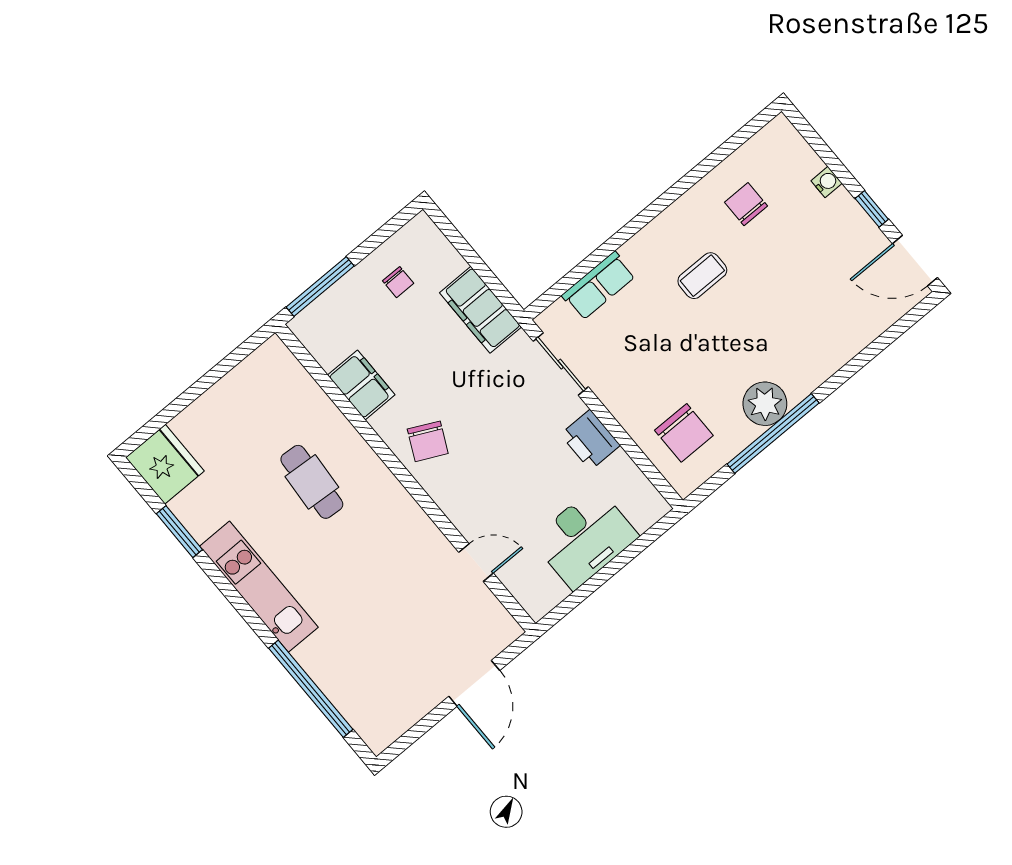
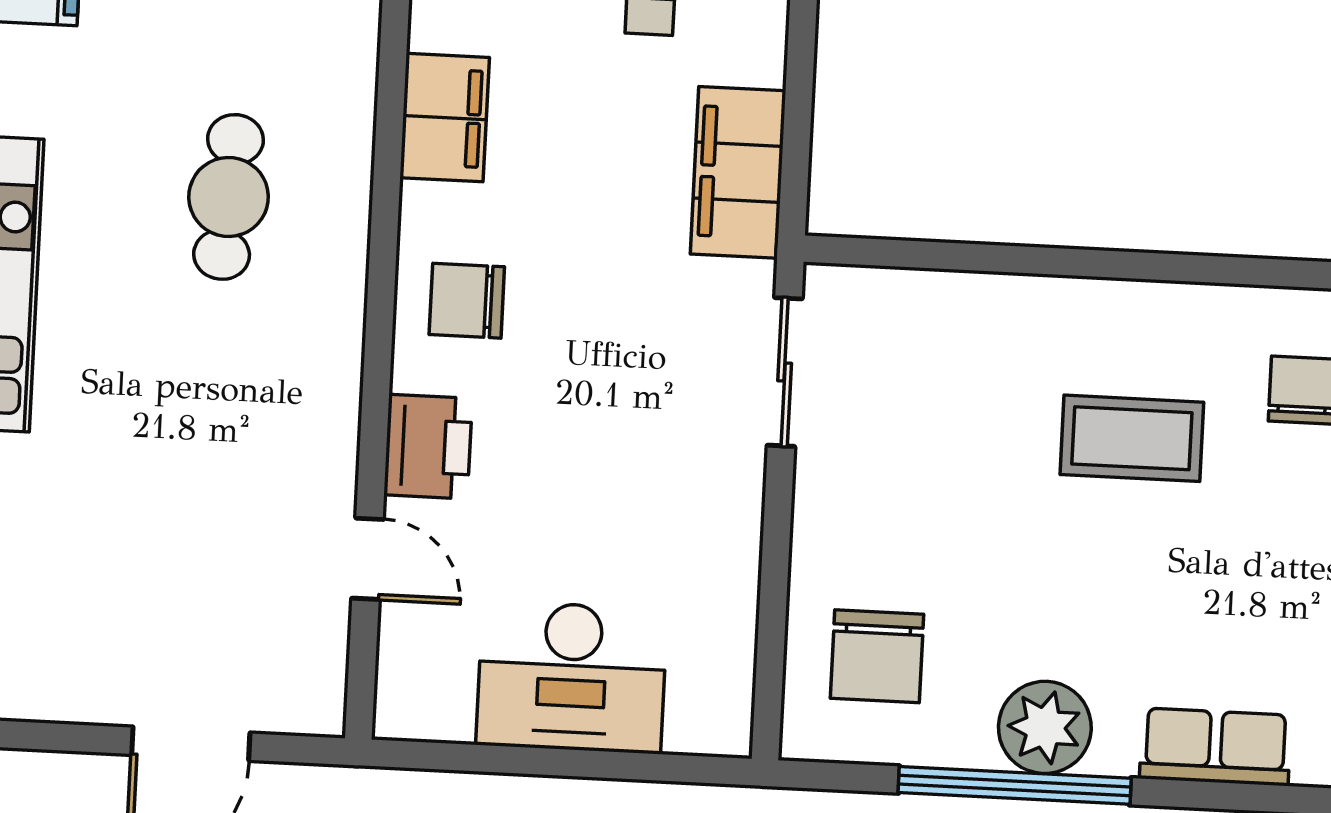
coffee table: (702, 276) -> (1132, 438), width x1.36, depth x1.30
row of seats: (599, 286) -> (1215, 747), moved, turned 180
printer: (590, 440) -> (428, 447), moved, turned 180
chair: (428, 441) -> (467, 301), turned 64

